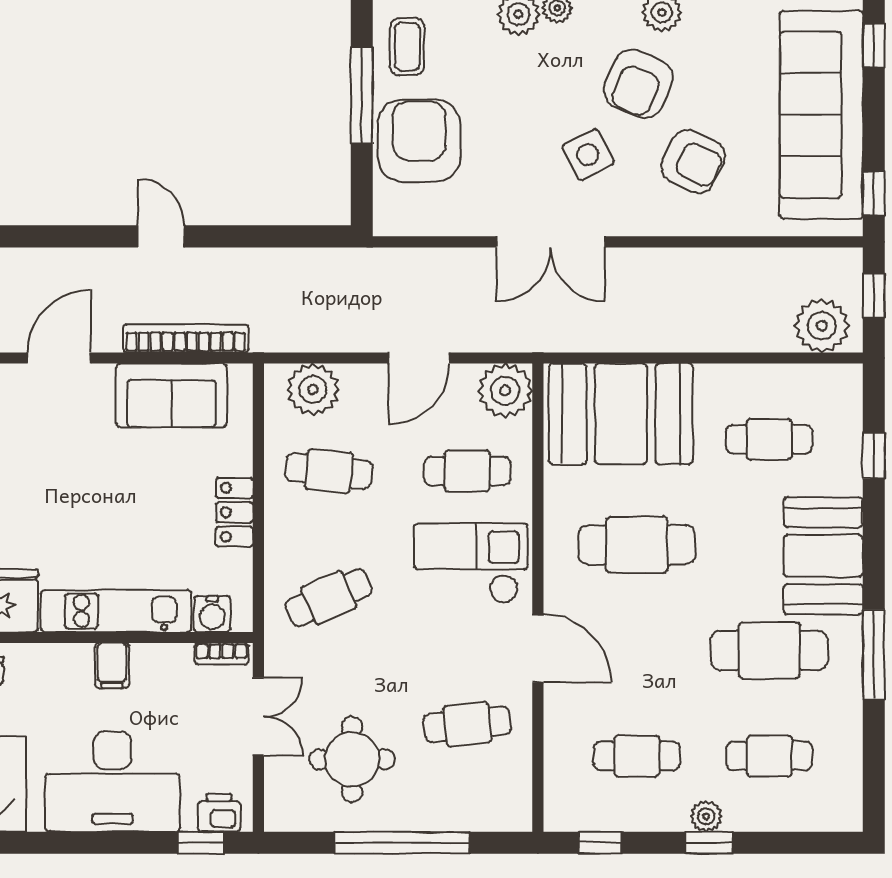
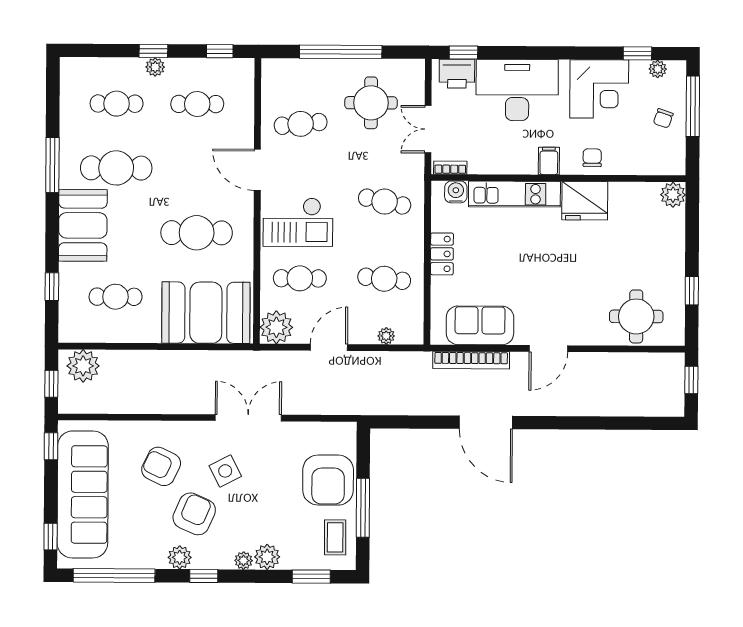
door: (161, 236) -> (486, 422), width x1.87
plant: (313, 389) -> (386, 336), width x0.53, depth x0.53
cafe table: (329, 598) -> (385, 202), turned 36
filing cabinet: (112, 666) -> (549, 161), moved
printer: (219, 813) -> (457, 74), width x1.36, depth x1.24

